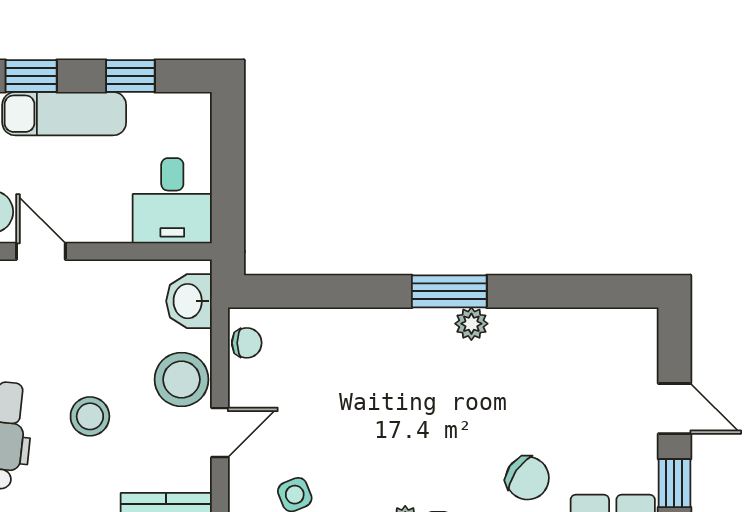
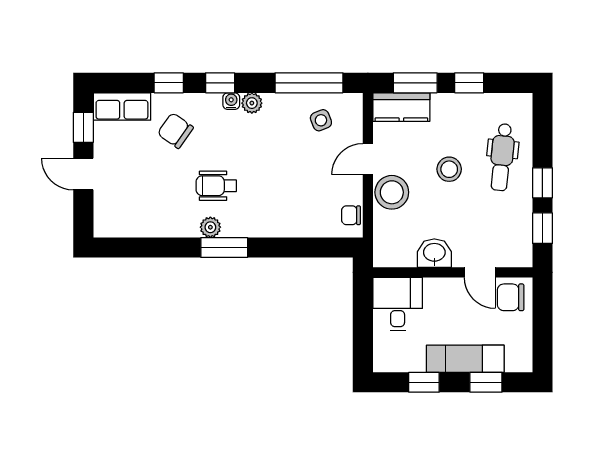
washbasin: (189, 301) -> (434, 253), moved, turned -90
wheelchair: (462, 390) -> (216, 186), added

